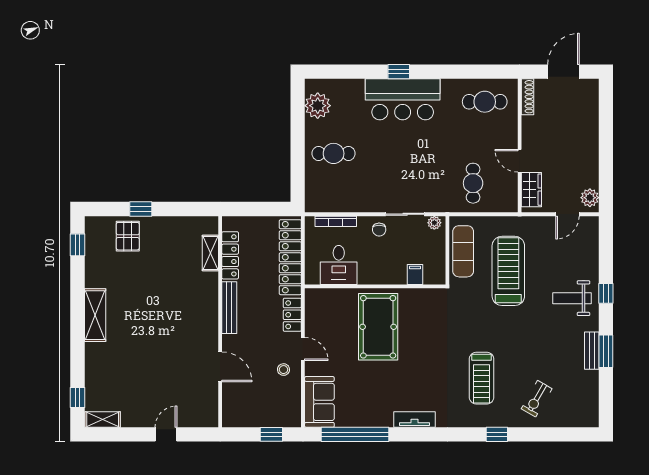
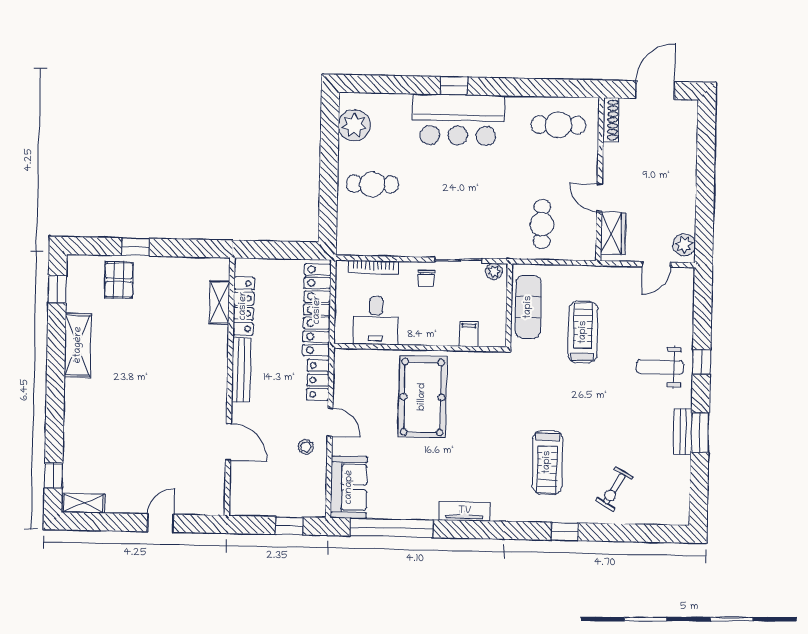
treadmill: (508, 271) -> (583, 332), width x0.73, depth x0.73
shelving: (95, 315) -> (78, 345), moved

